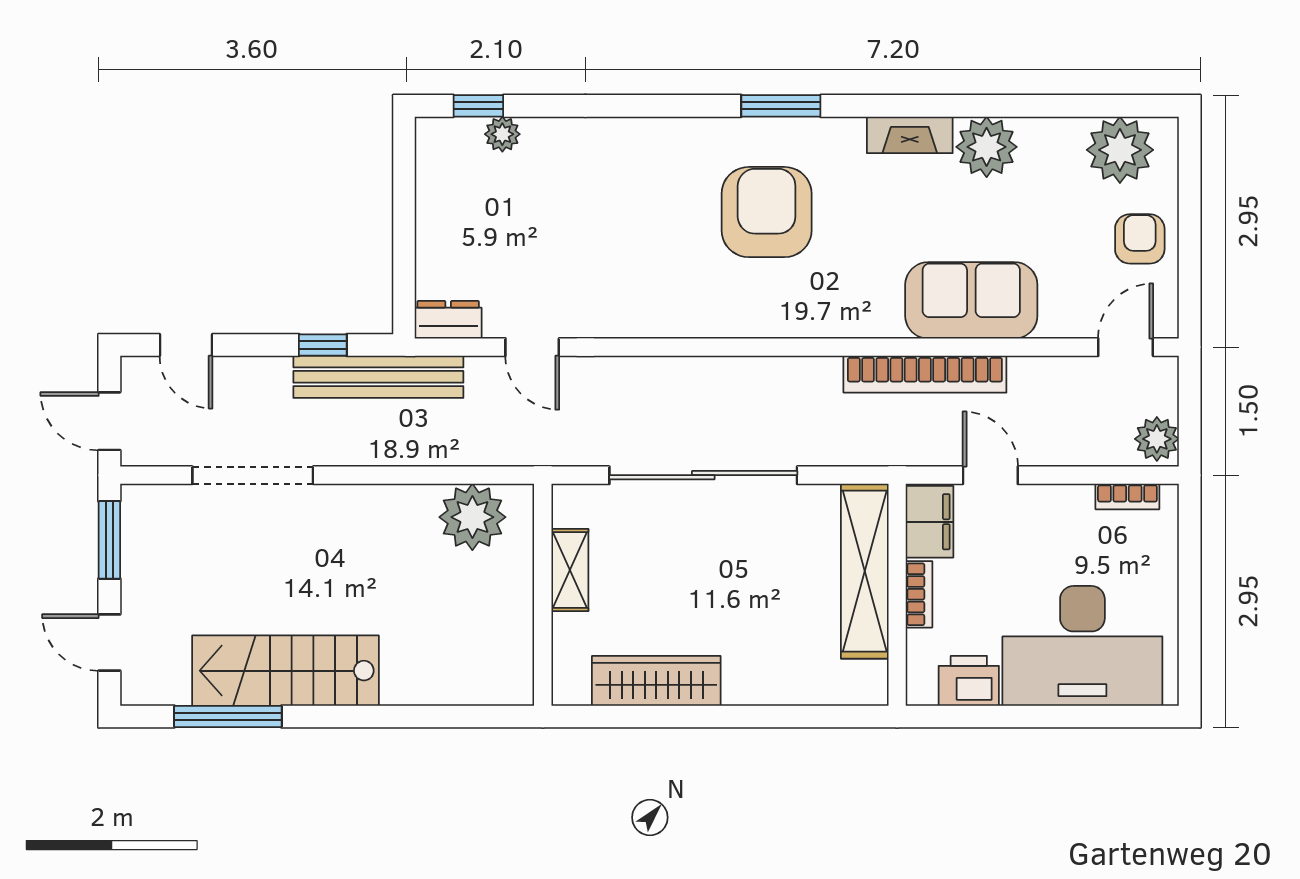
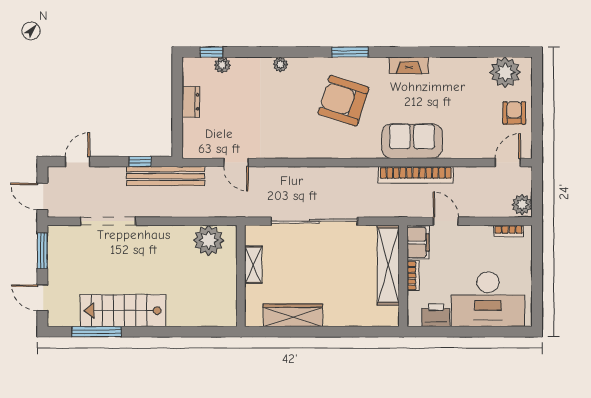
plant: (987, 147) -> (280, 64), moved, width x0.53, depth x0.53
armchair: (767, 212) -> (343, 101), turned -72
sofa: (971, 300) -> (412, 141), moved
dresser: (448, 320) -> (191, 102), moved, turned 90
door: (186, 345) -> (77, 162), swing flipped

